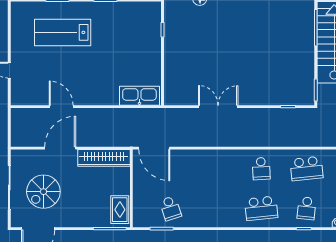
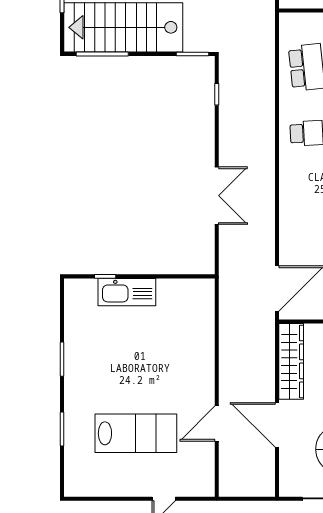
lab bench: (63, 32) -> (136, 433), moved, turned -90
kitchen sink: (139, 96) -> (127, 292), moved, turned -90
double door: (218, 107) -> (217, 196), swing flipped

